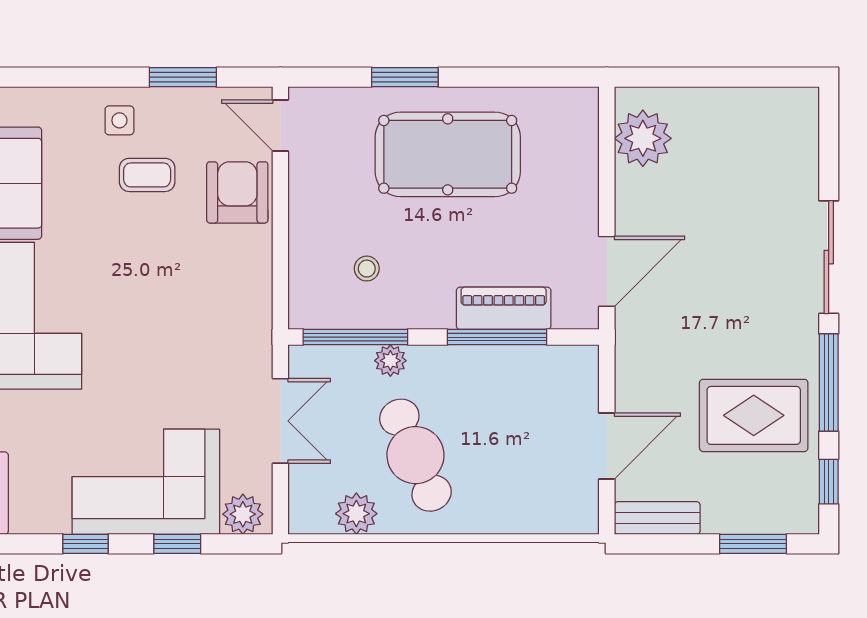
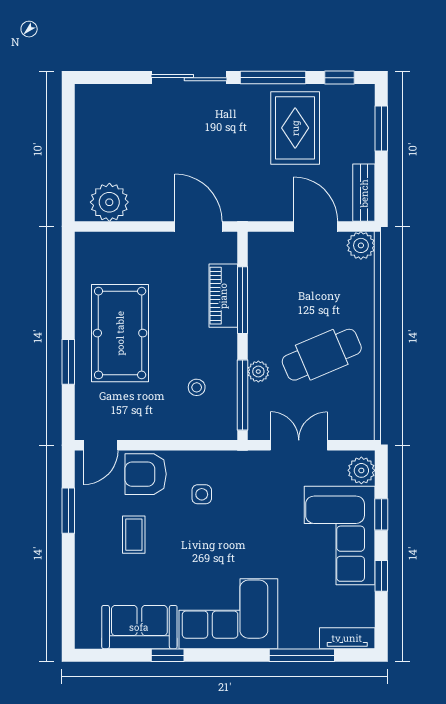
side table: (119, 120) -> (202, 494), moved
plant: (356, 514) -> (361, 245), moved

